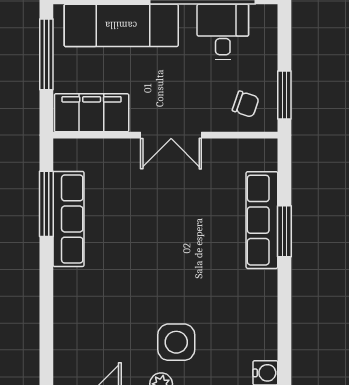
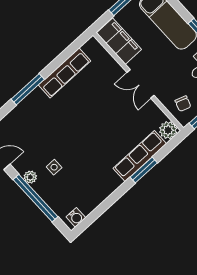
plant: (262, 154) -> (168, 130), added
window: (46, 204) -> (28, 89), moved
side table: (176, 342) -> (54, 167), width x0.54, depth x0.54

